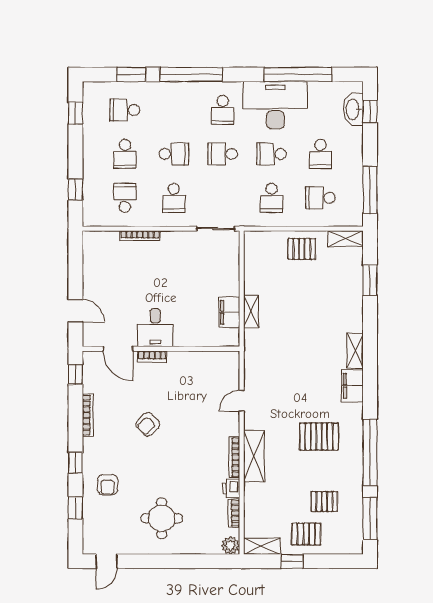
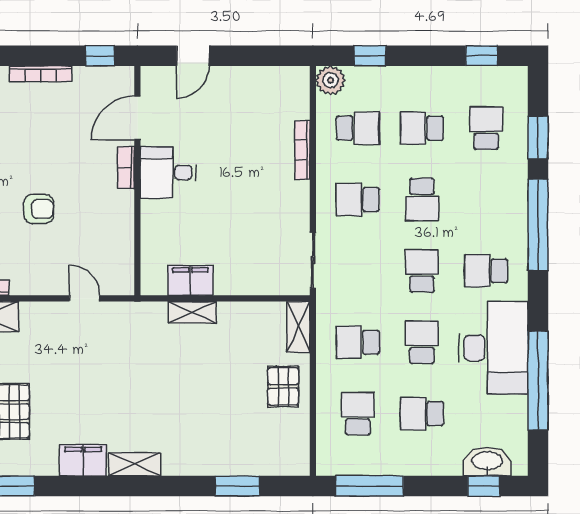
plant: (92, 217) -> (330, 80), added
shelving: (346, 239) -> (298, 327), moved
door: (242, 401) -> (85, 298), moved
armchair: (148, 424) -> (39, 209), moved, turned 135

